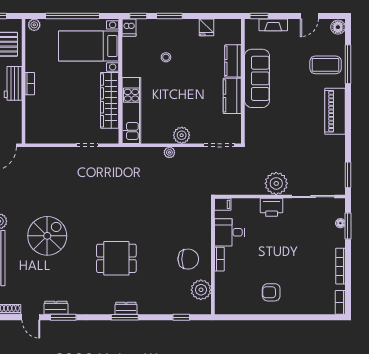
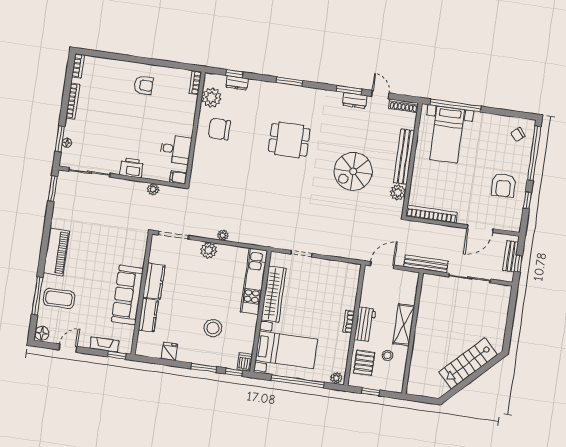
stool: (166, 57) -> (213, 328), width x1.89, depth x1.89
plant: (276, 183) -> (153, 189), moved, width x0.53, depth x0.53
bookcase: (219, 259) -> (195, 83), moved
dresser: (126, 308) -> (237, 83), moved

